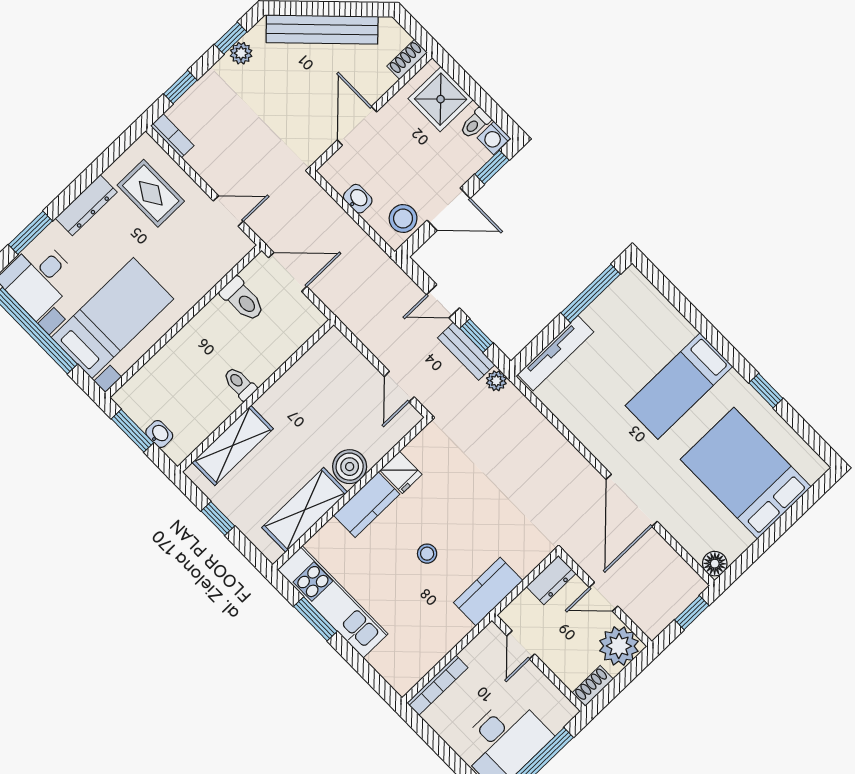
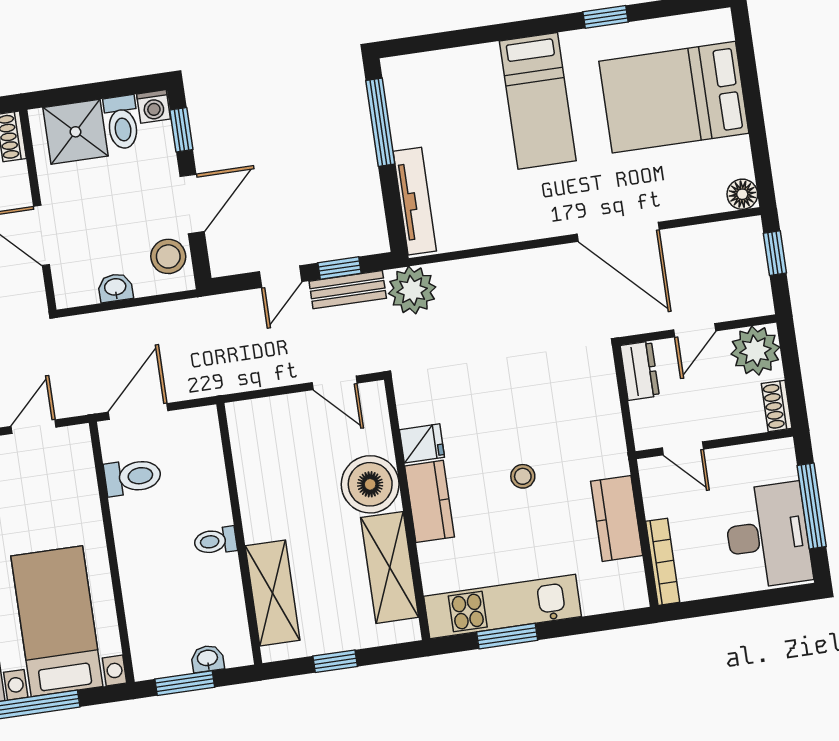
toilet: (475, 123) -> (122, 122), width x1.37, depth x1.39
plant: (496, 381) -> (412, 290), width x1.88, depth x1.88
boiler: (350, 467) -> (370, 484), width x1.37, depth x1.37
kitchen counter: (488, 592) -> (617, 518), moved

